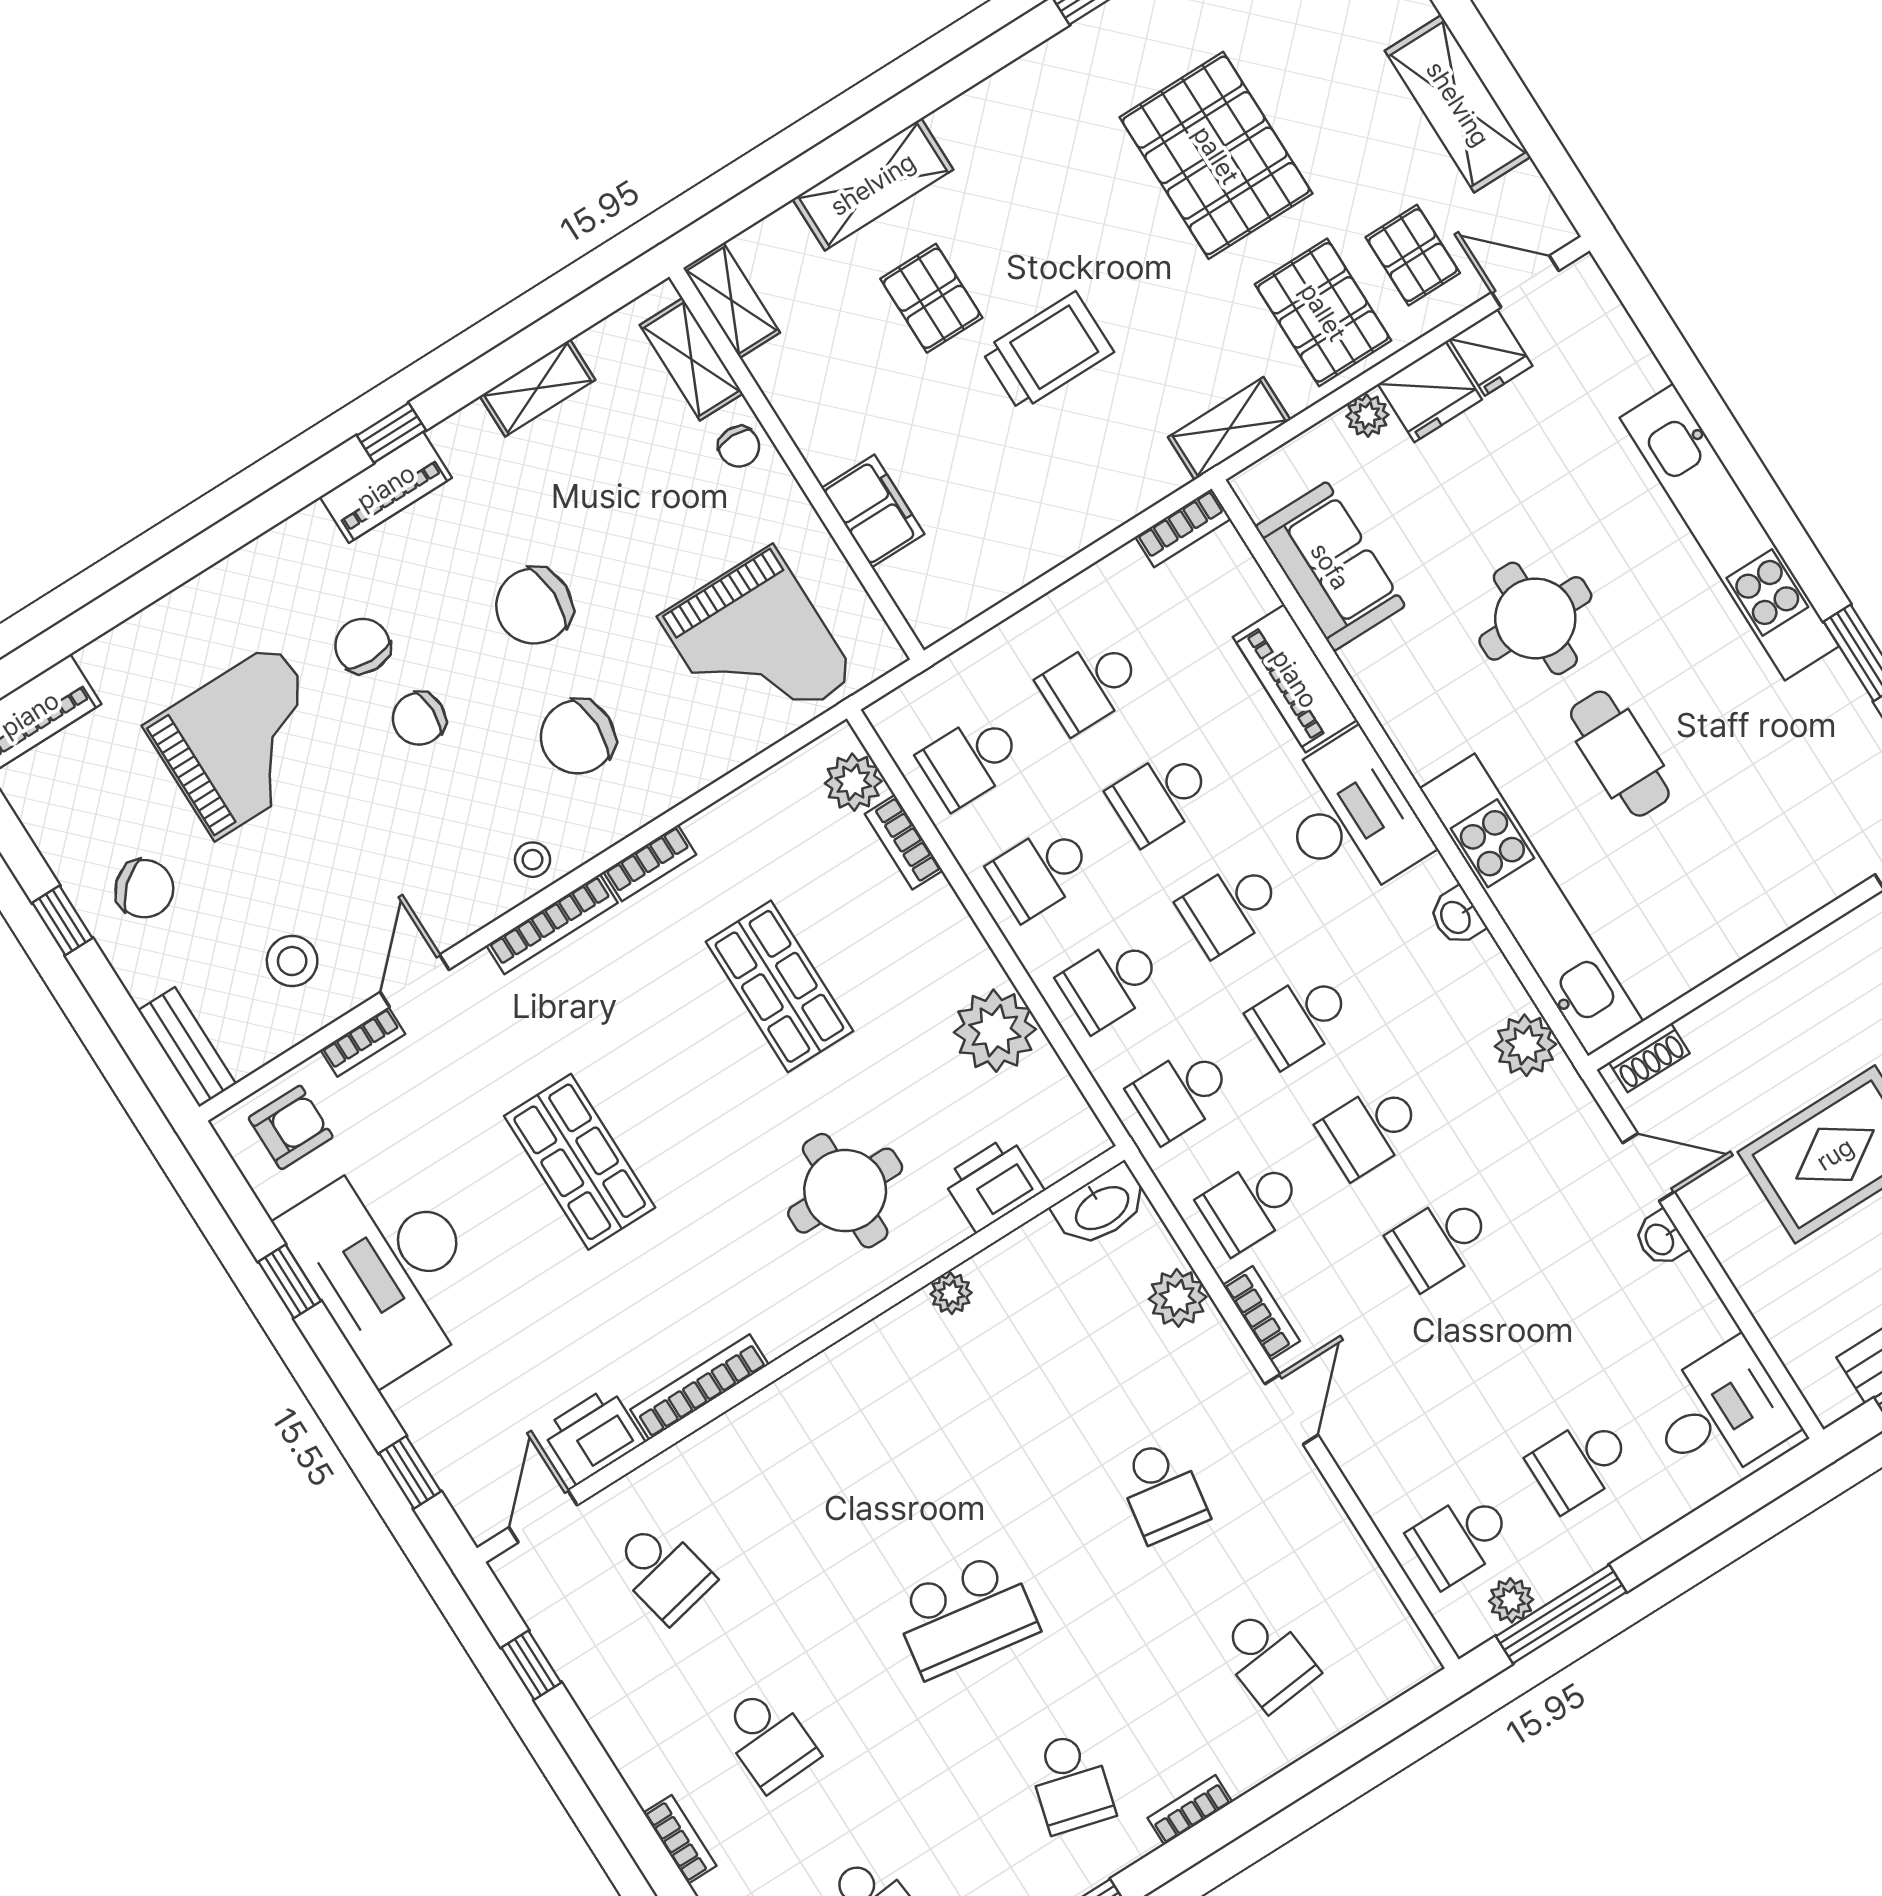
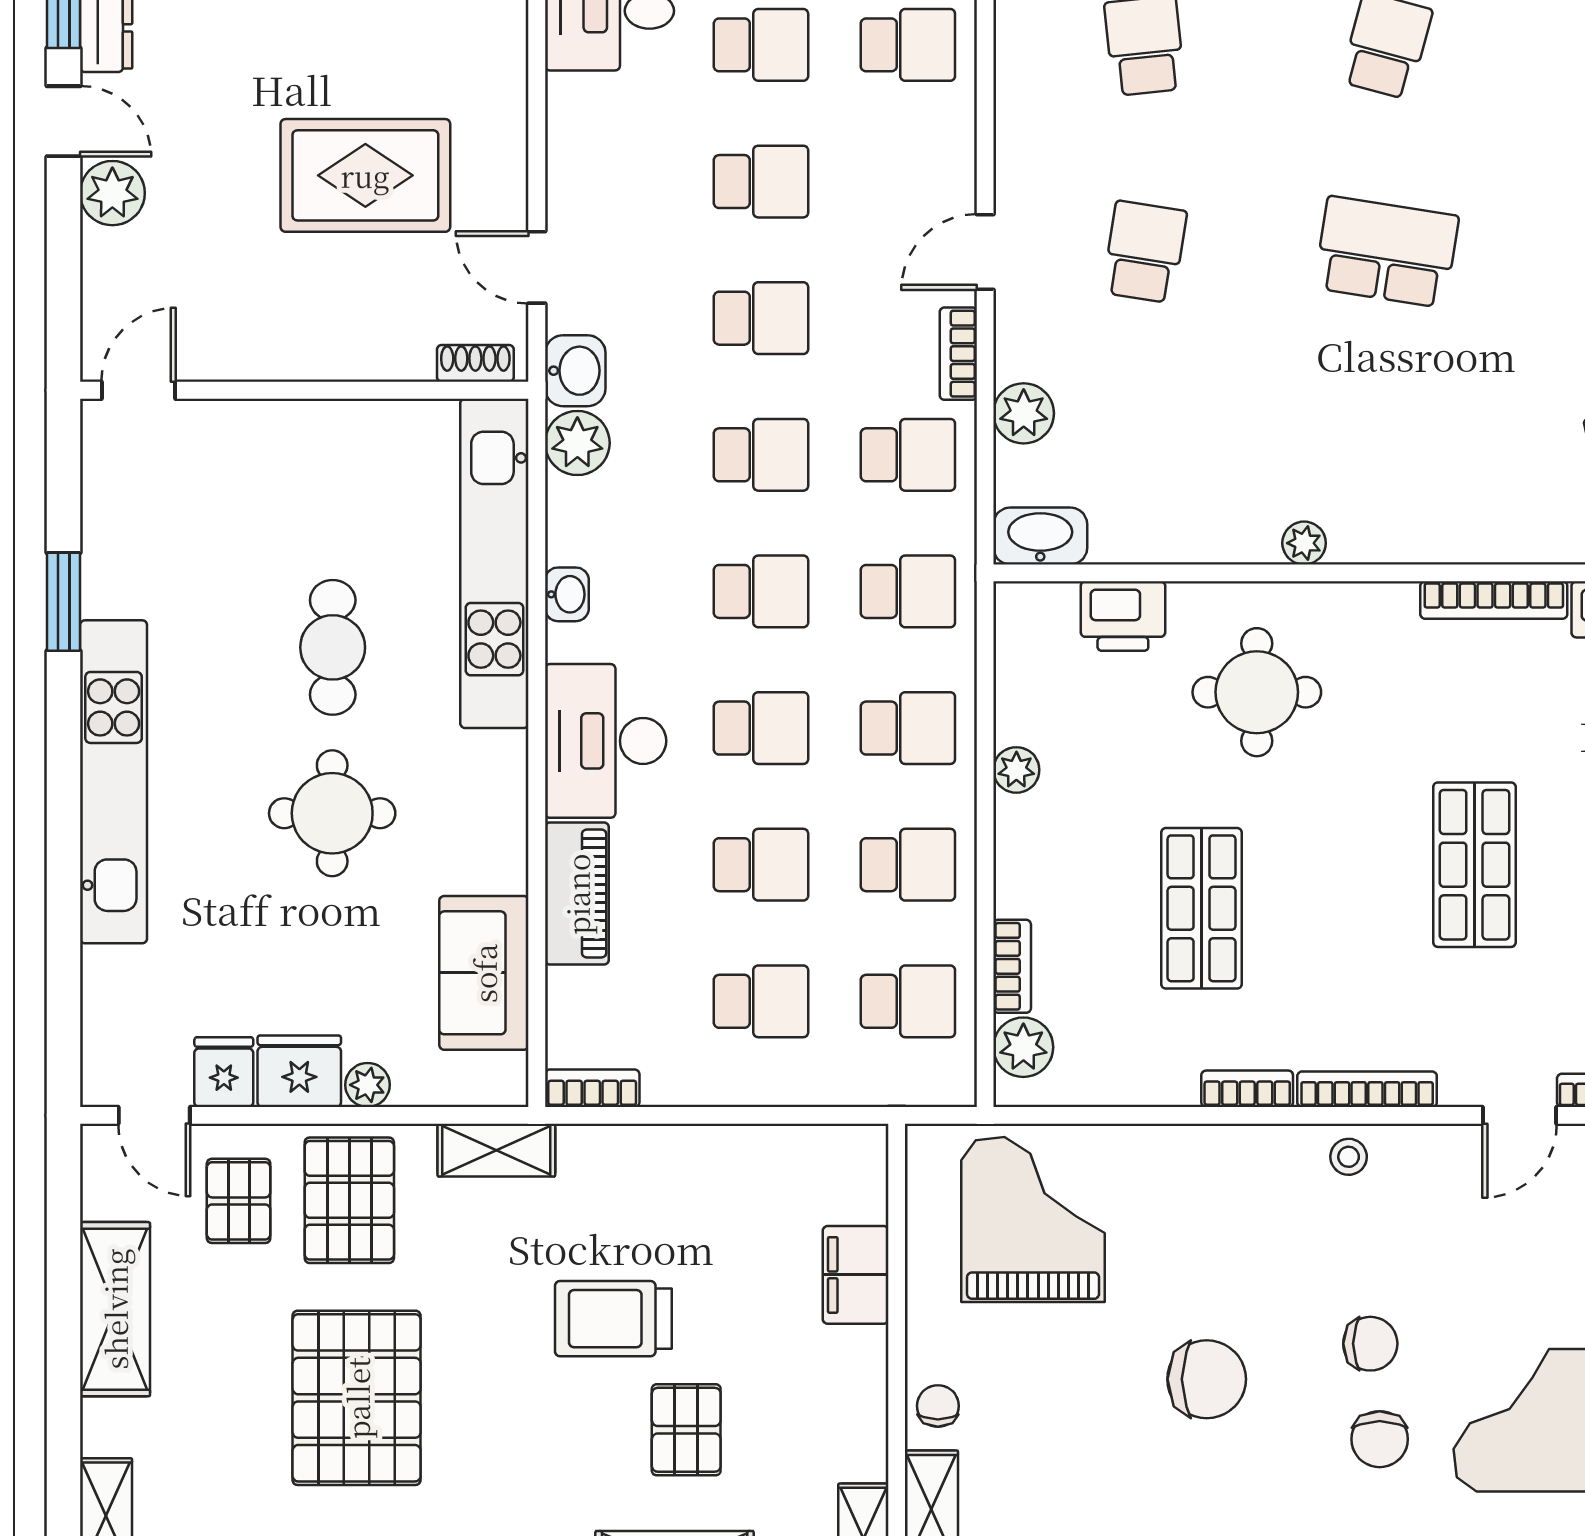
chair: (578, 737) -> (1241, 1240), removed
plant: (995, 1031) -> (1016, 770), width x0.53, depth x0.53
washbasin: (1660, 1239) -> (575, 371), moved, width x1.38, depth x1.45
plant: (951, 1293) -> (1304, 543), moved
school desk: (1510, 1352) -> (761, 182), added

